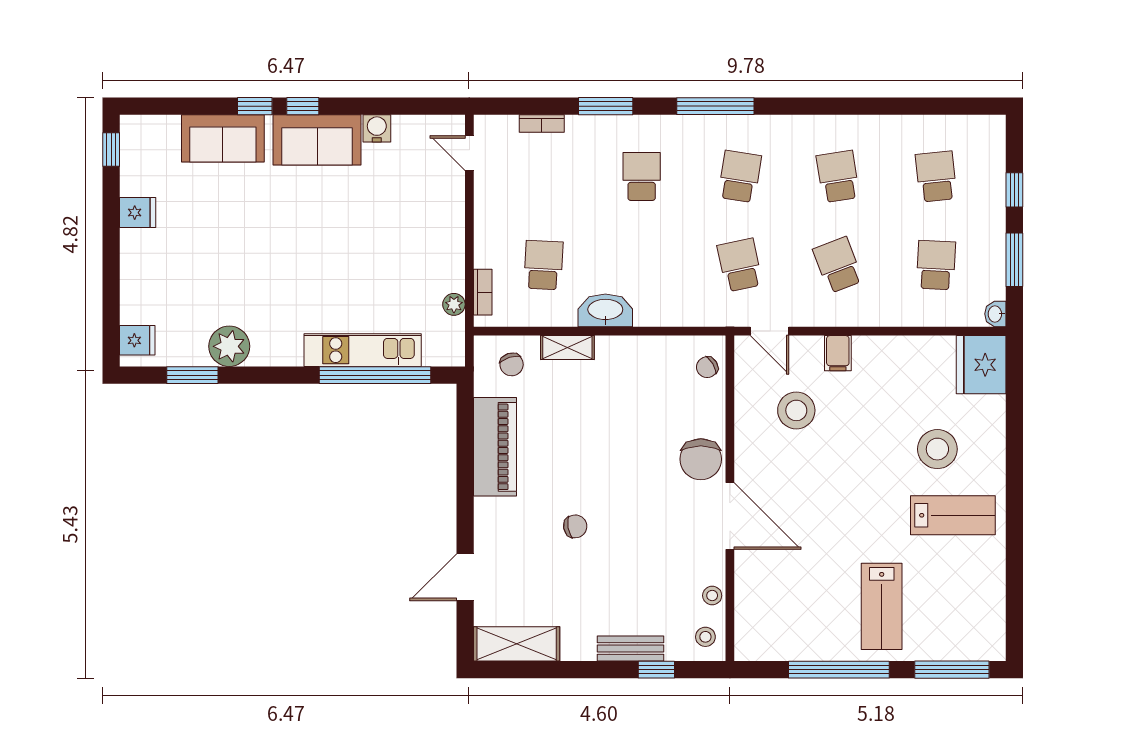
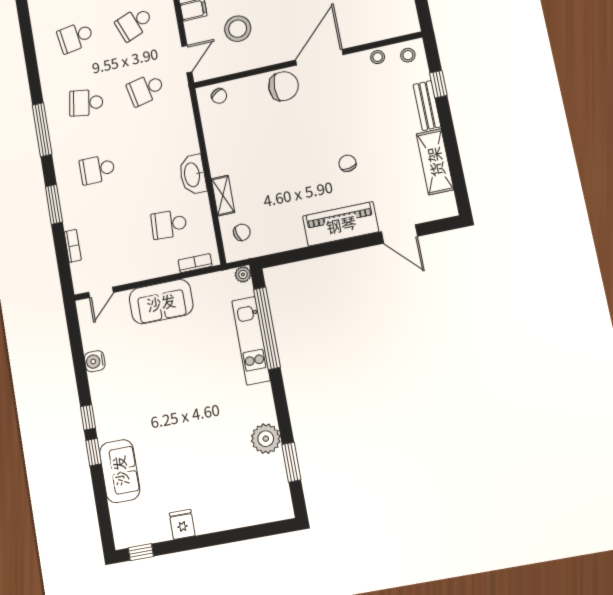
sofa: (317, 140) -> (161, 302), moved, turned 90
plant: (454, 304) -> (243, 274), moved
fridge: (137, 340) -> (274, 508), removed
piano: (495, 447) -> (341, 224), moved
shelving: (517, 644) -> (435, 162), moved

